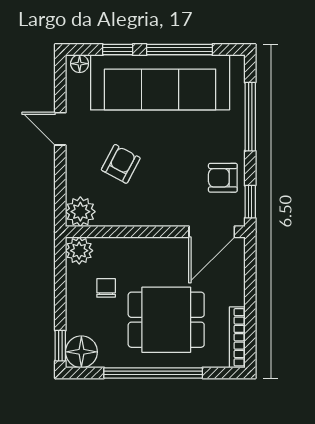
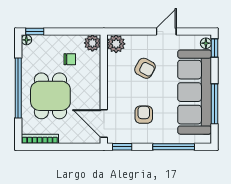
window: (118, 50) -> (214, 48), moved
armchair: (223, 178) -> (144, 115), moved
floor lamp: (81, 352) -> (26, 40), width x0.53, depth x0.53

